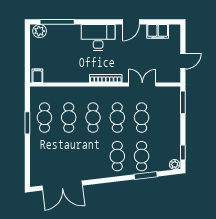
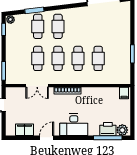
printer: (57, 32) -> (108, 129), added
cafe table: (44, 118) -> (118, 58), removed

